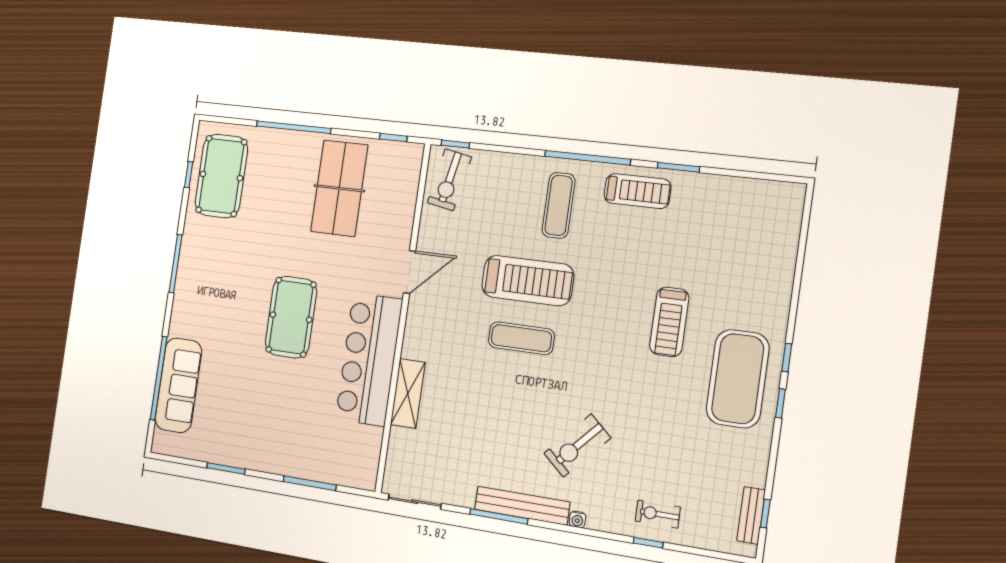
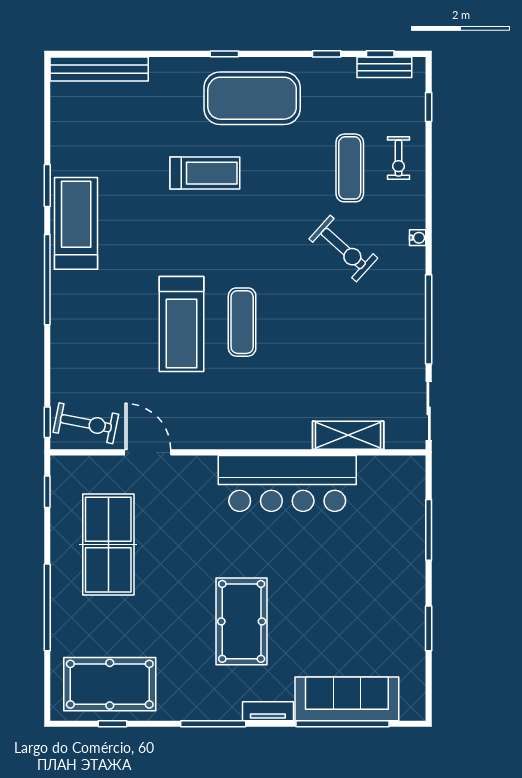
table tennis table: (339, 188) -> (108, 545), turned 90
treadmill: (637, 191) -> (76, 223), width x1.37, depth x1.37
exercise mat: (559, 205) -> (350, 168), moved, turned 90
door: (410, 272) -> (148, 452), moved
treadmill: (528, 280) -> (181, 324), turned 180
tv unit: (179, 314) -> (268, 711), added
pool table: (291, 317) -> (242, 621), moved, turned 90
shelving: (408, 393) -> (348, 435), moved
window: (780, 403) -> (327, 54), moved
bench: (522, 506) -> (99, 69), moved, turned 90
window: (499, 516) -> (429, 319), width x1.46
window: (648, 543) -> (429, 107), moved

